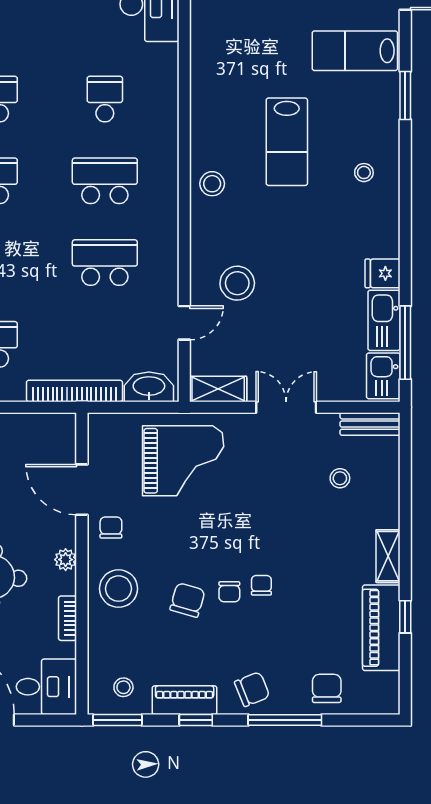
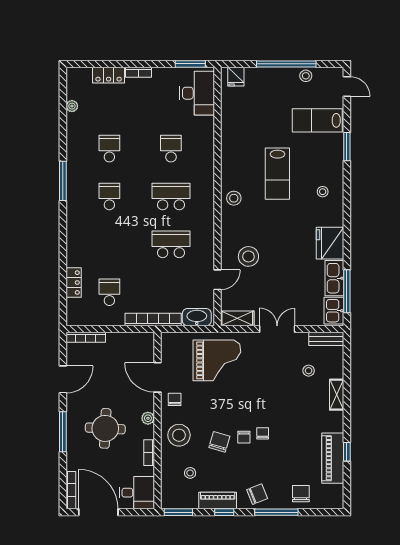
fridge: (383, 273) -> (330, 243), width x1.88, depth x1.34
shelving: (388, 556) -> (337, 395), moved
stool: (123, 687) -> (190, 473), moved

